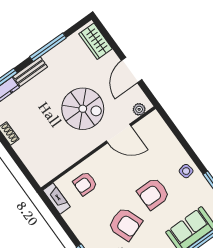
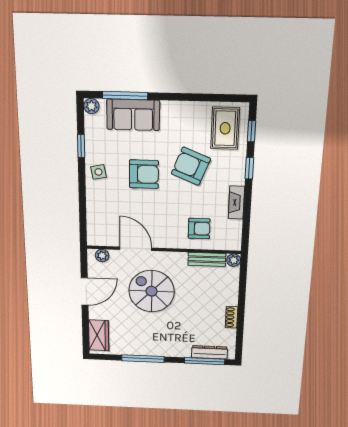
bench: (30, 72) -> (207, 259), moved
plant: (42, 179) -> (234, 260), added
fireplace: (57, 198) -> (236, 203), moved
armchair: (125, 224) -> (191, 166), turned -48

